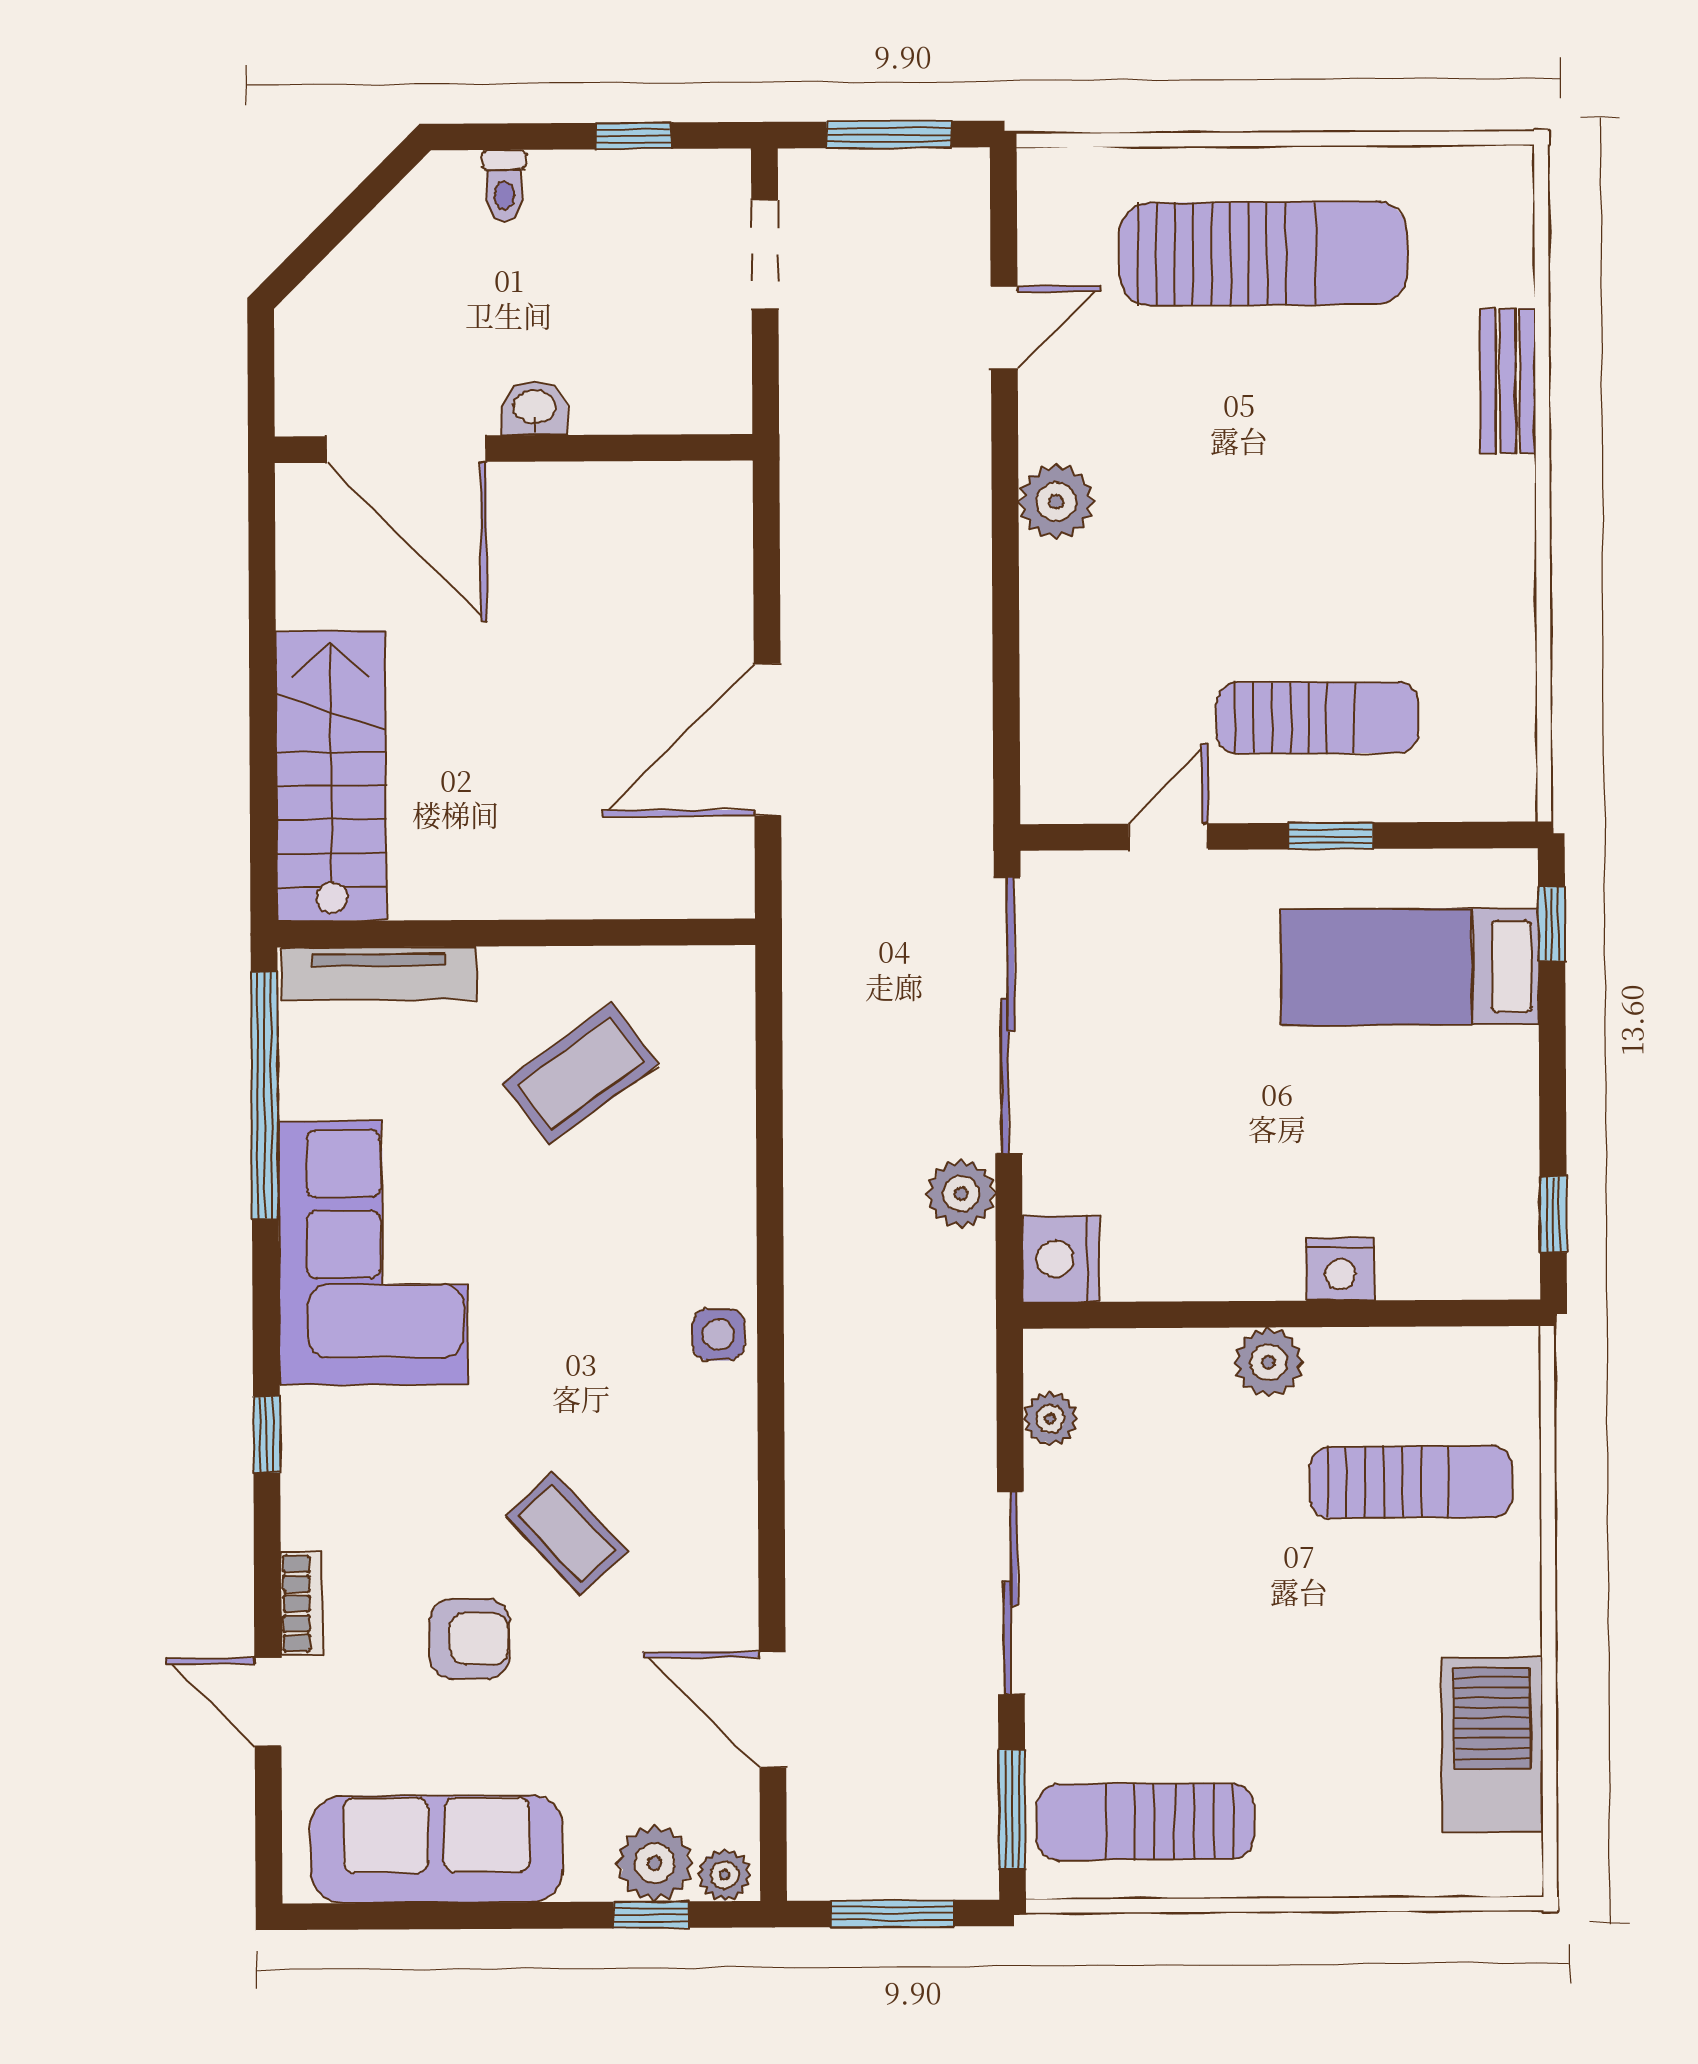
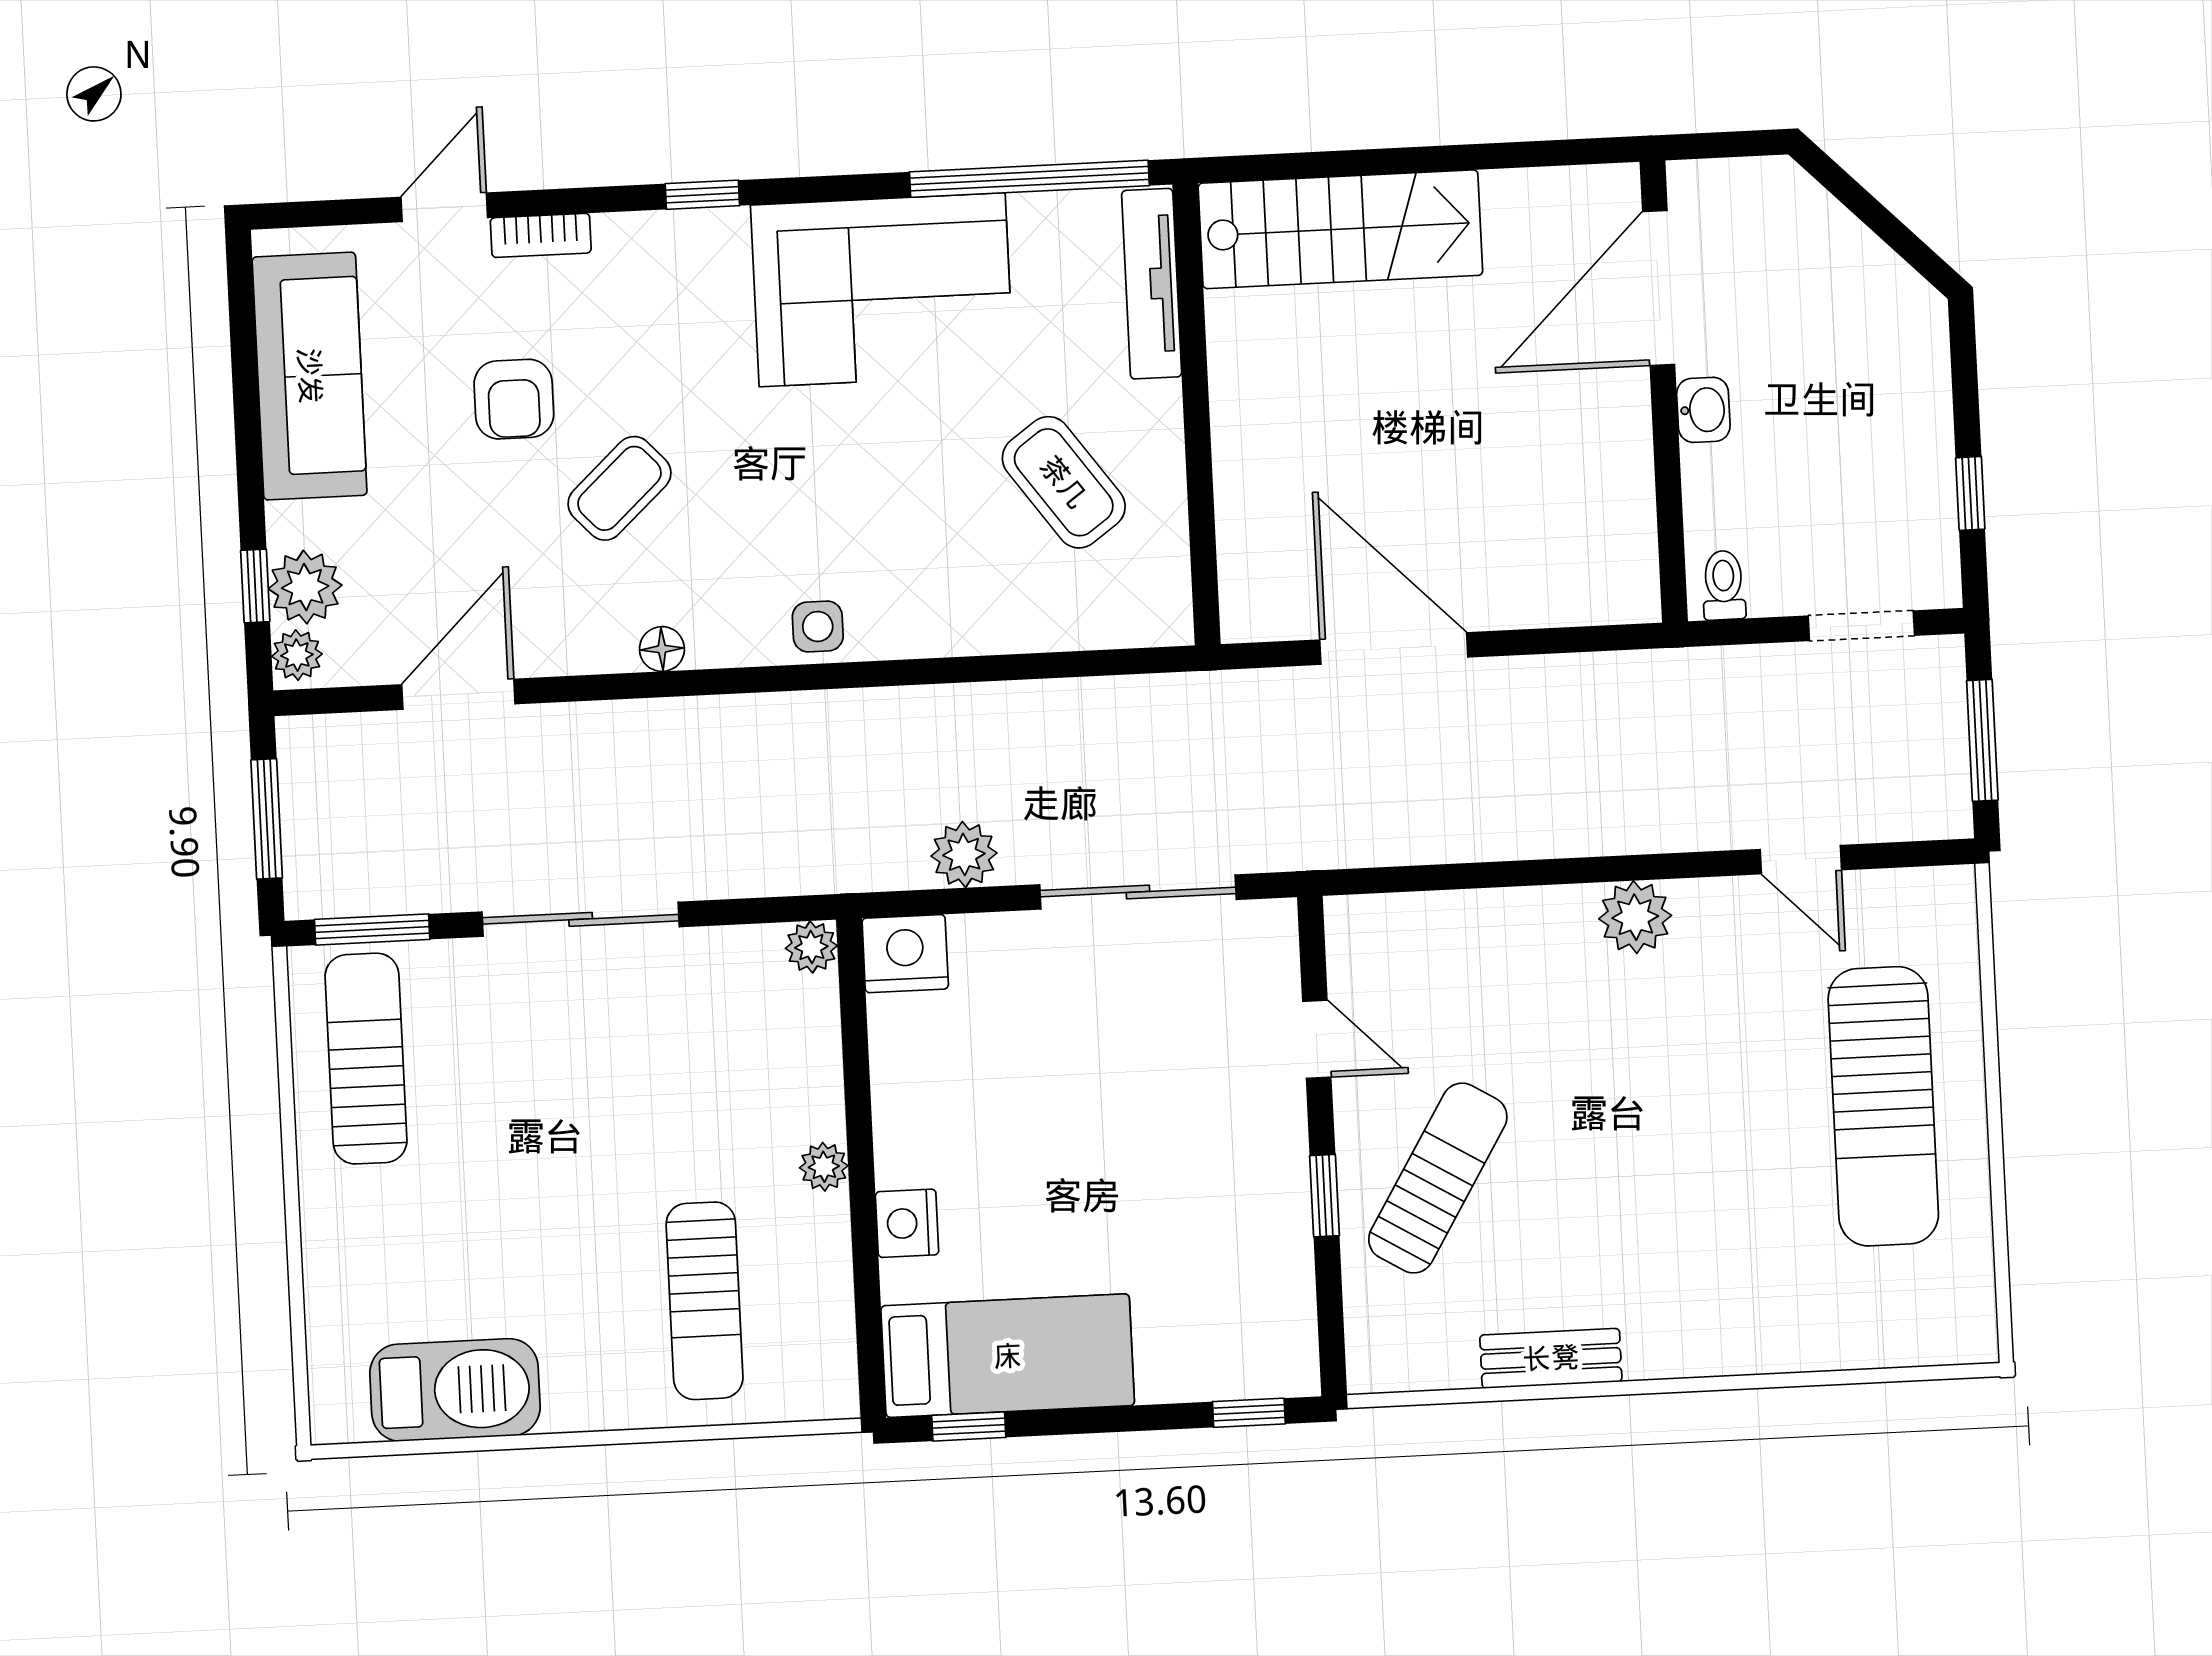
toilet: (504, 185) -> (1724, 585), moved, turned 90
bench: (1508, 381) -> (1551, 1358), moved
sun lounger: (1317, 718) -> (1438, 1178), turned -149
bed: (1410, 967) -> (1008, 1356), moved, turned 90
sliding door: (1008, 1015) -> (1138, 892), width x0.73
plant: (1268, 1362) -> (824, 1167), width x0.73, depth x0.73
plant: (1050, 1419) -> (811, 947), moved
floor lamp: (735, 1497) -> (662, 649), added

